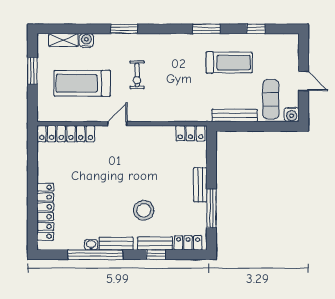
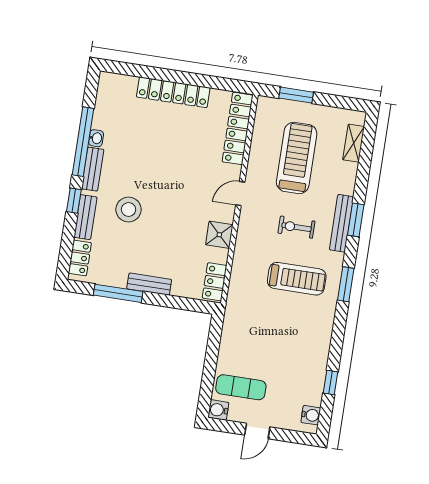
window: (206, 29) -> (346, 284), moved
water cooler: (86, 40) -> (311, 415), moved
treadmill: (229, 62) -> (297, 279), moved, turned -90
window: (32, 71) -> (296, 95), moved
bench: (235, 115) -> (341, 223), moved
door: (117, 124) -> (240, 194), swing flipped
shower: (153, 135) -> (219, 235), added
locker: (45, 212) -> (173, 92), moved
window: (156, 255) -> (74, 201), moved

